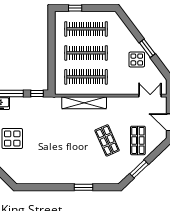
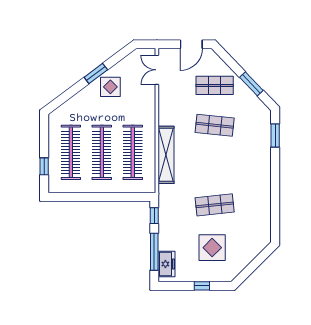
shop shelf: (45, 140) -> (215, 205), added
shop shelf: (107, 140) -> (215, 125), turned 30
window: (84, 187) -> (275, 135), moved

